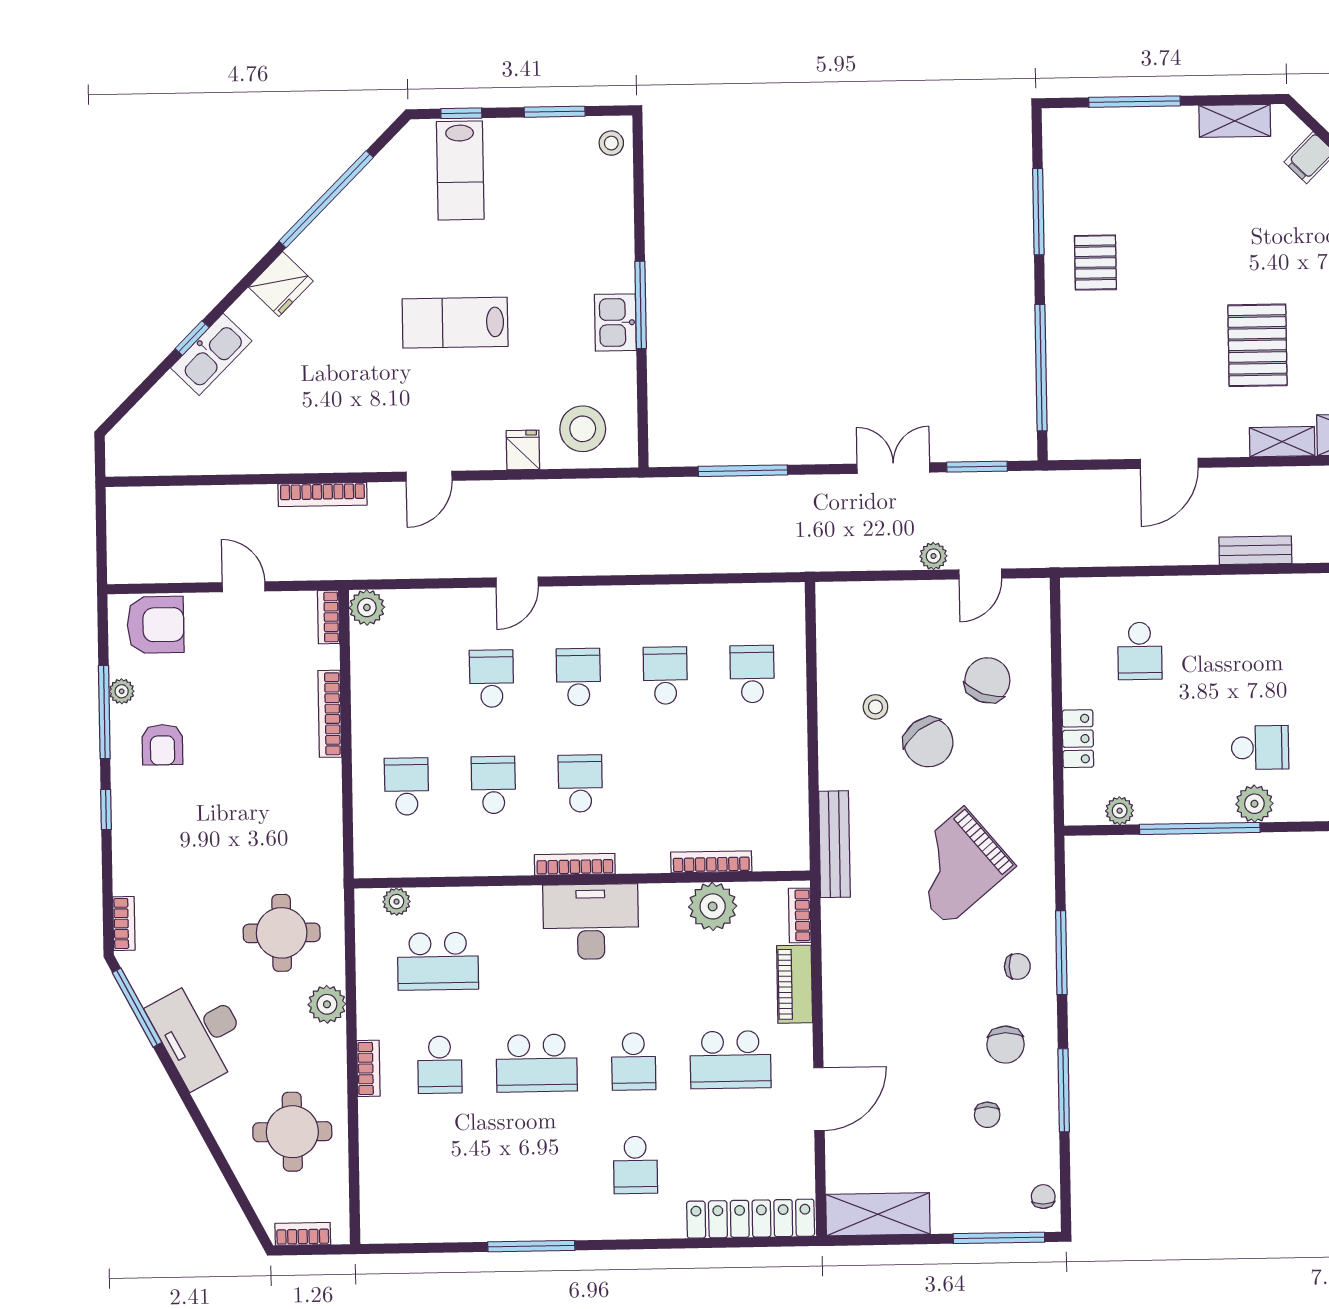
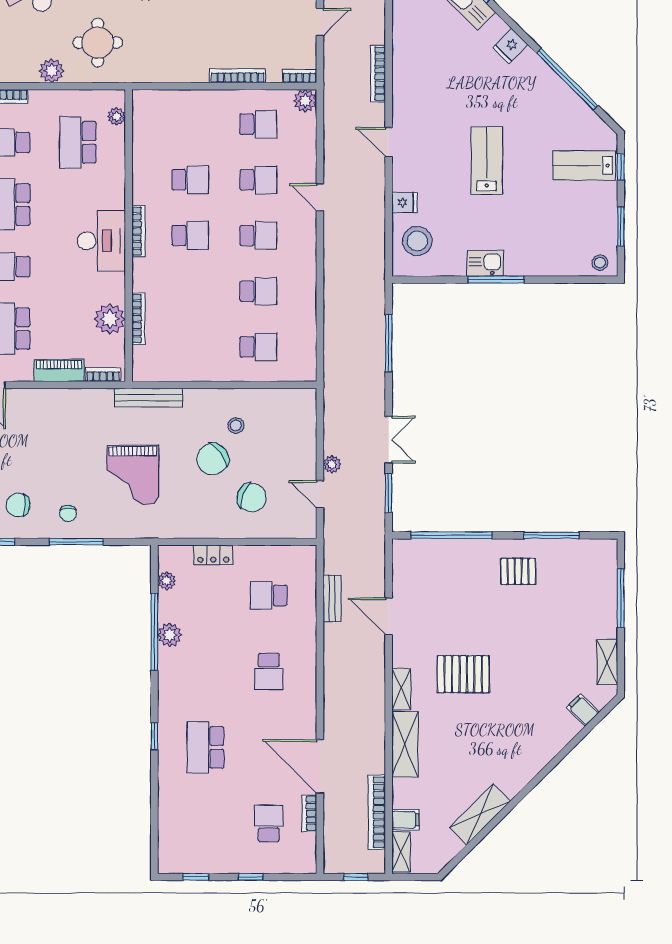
fridge: (281, 284) -> (510, 46), width x0.72
bench: (1255, 550) -> (332, 598), moved
school desk: (1260, 748) -> (269, 671), moved
school desk: (407, 786) -> (258, 124), moved
plant: (1254, 804) -> (170, 635), moved
grand piano: (956, 866) -> (133, 475), turned -140

